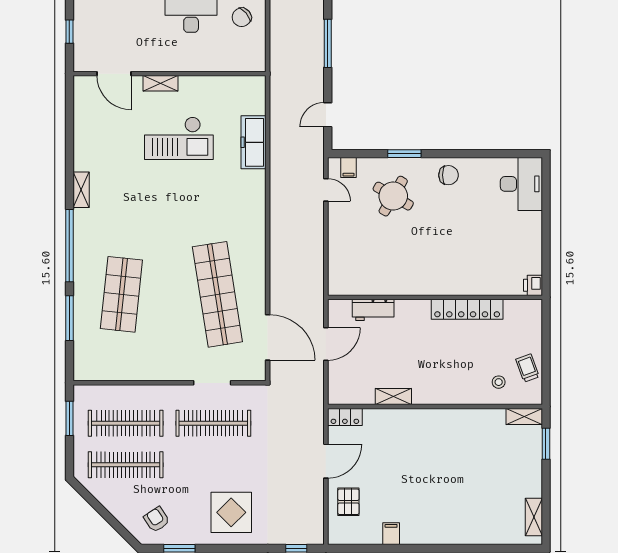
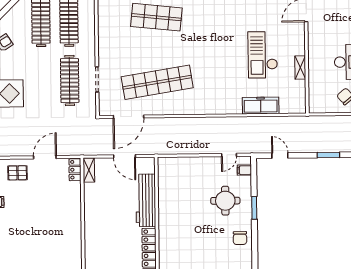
window: (328, 43) -> (328, 155), width x0.69
shelving: (160, 83) -> (300, 68), moved
round table: (393, 196) -> (225, 201), turned -30
workbench: (373, 310) -> (146, 200), width x1.87, depth x1.32
shelving: (393, 397) -> (89, 170), moved
door: (326, 461) -> (45, 157), swing flipped

